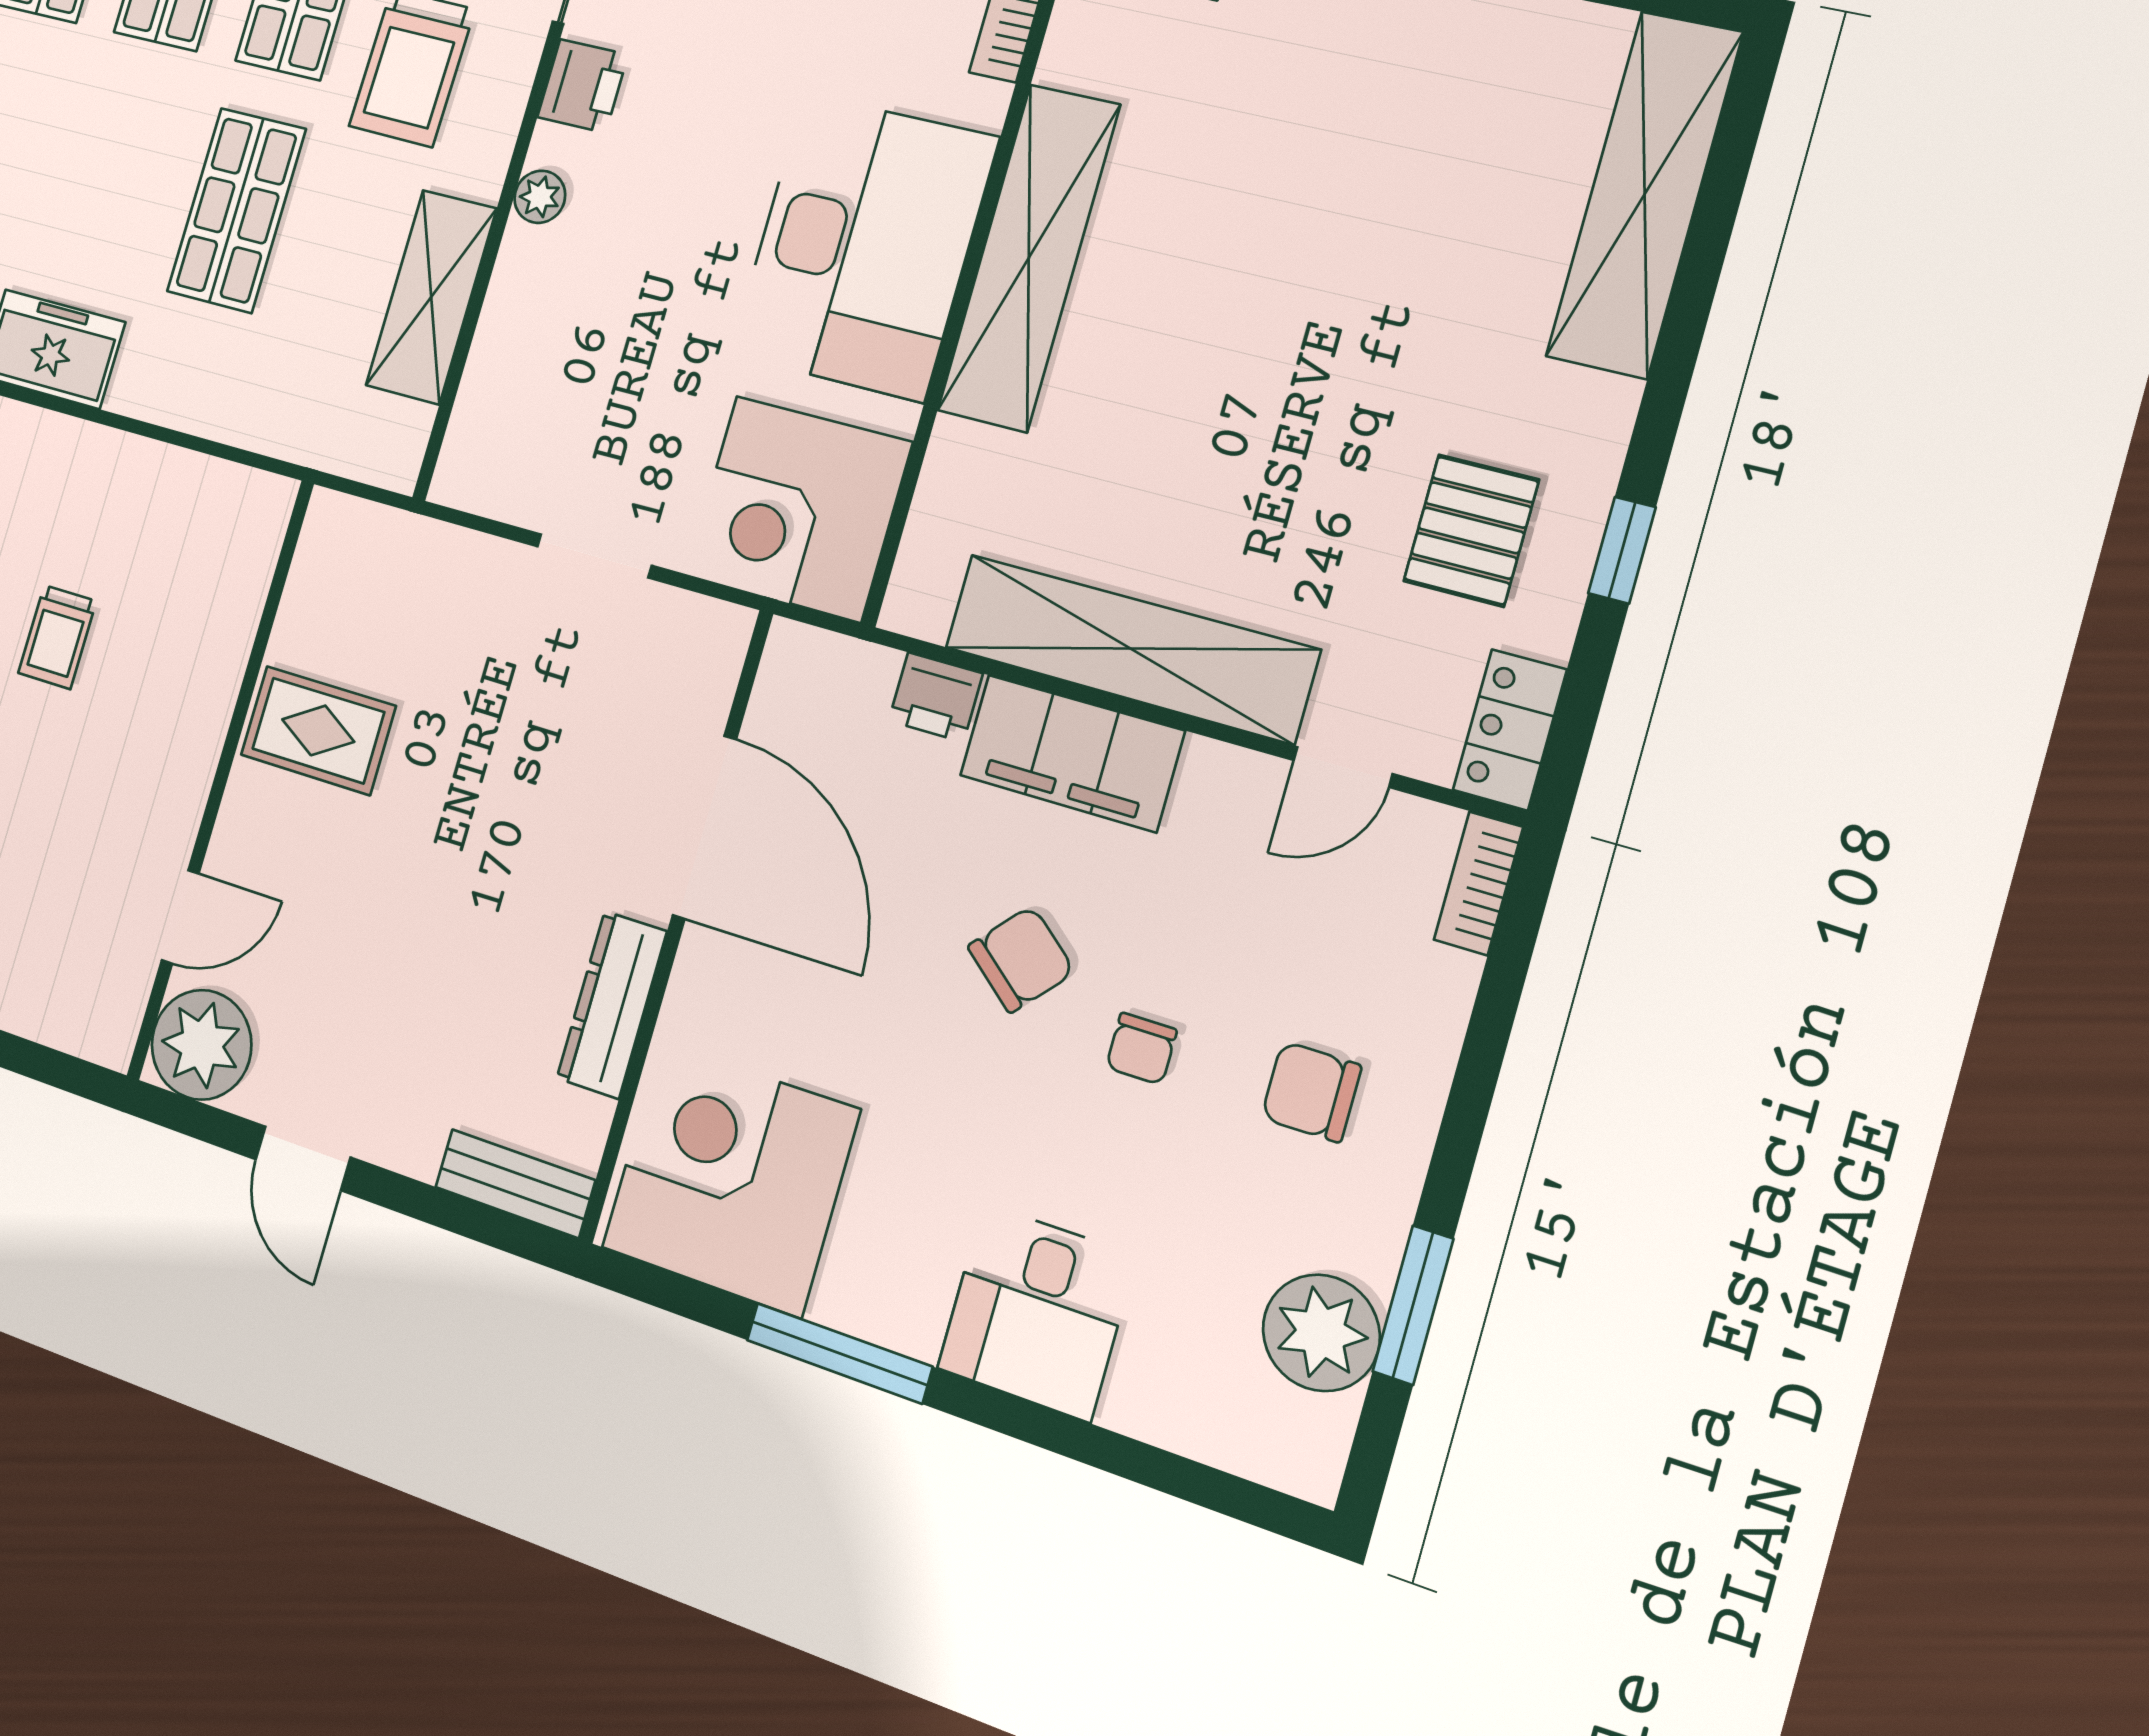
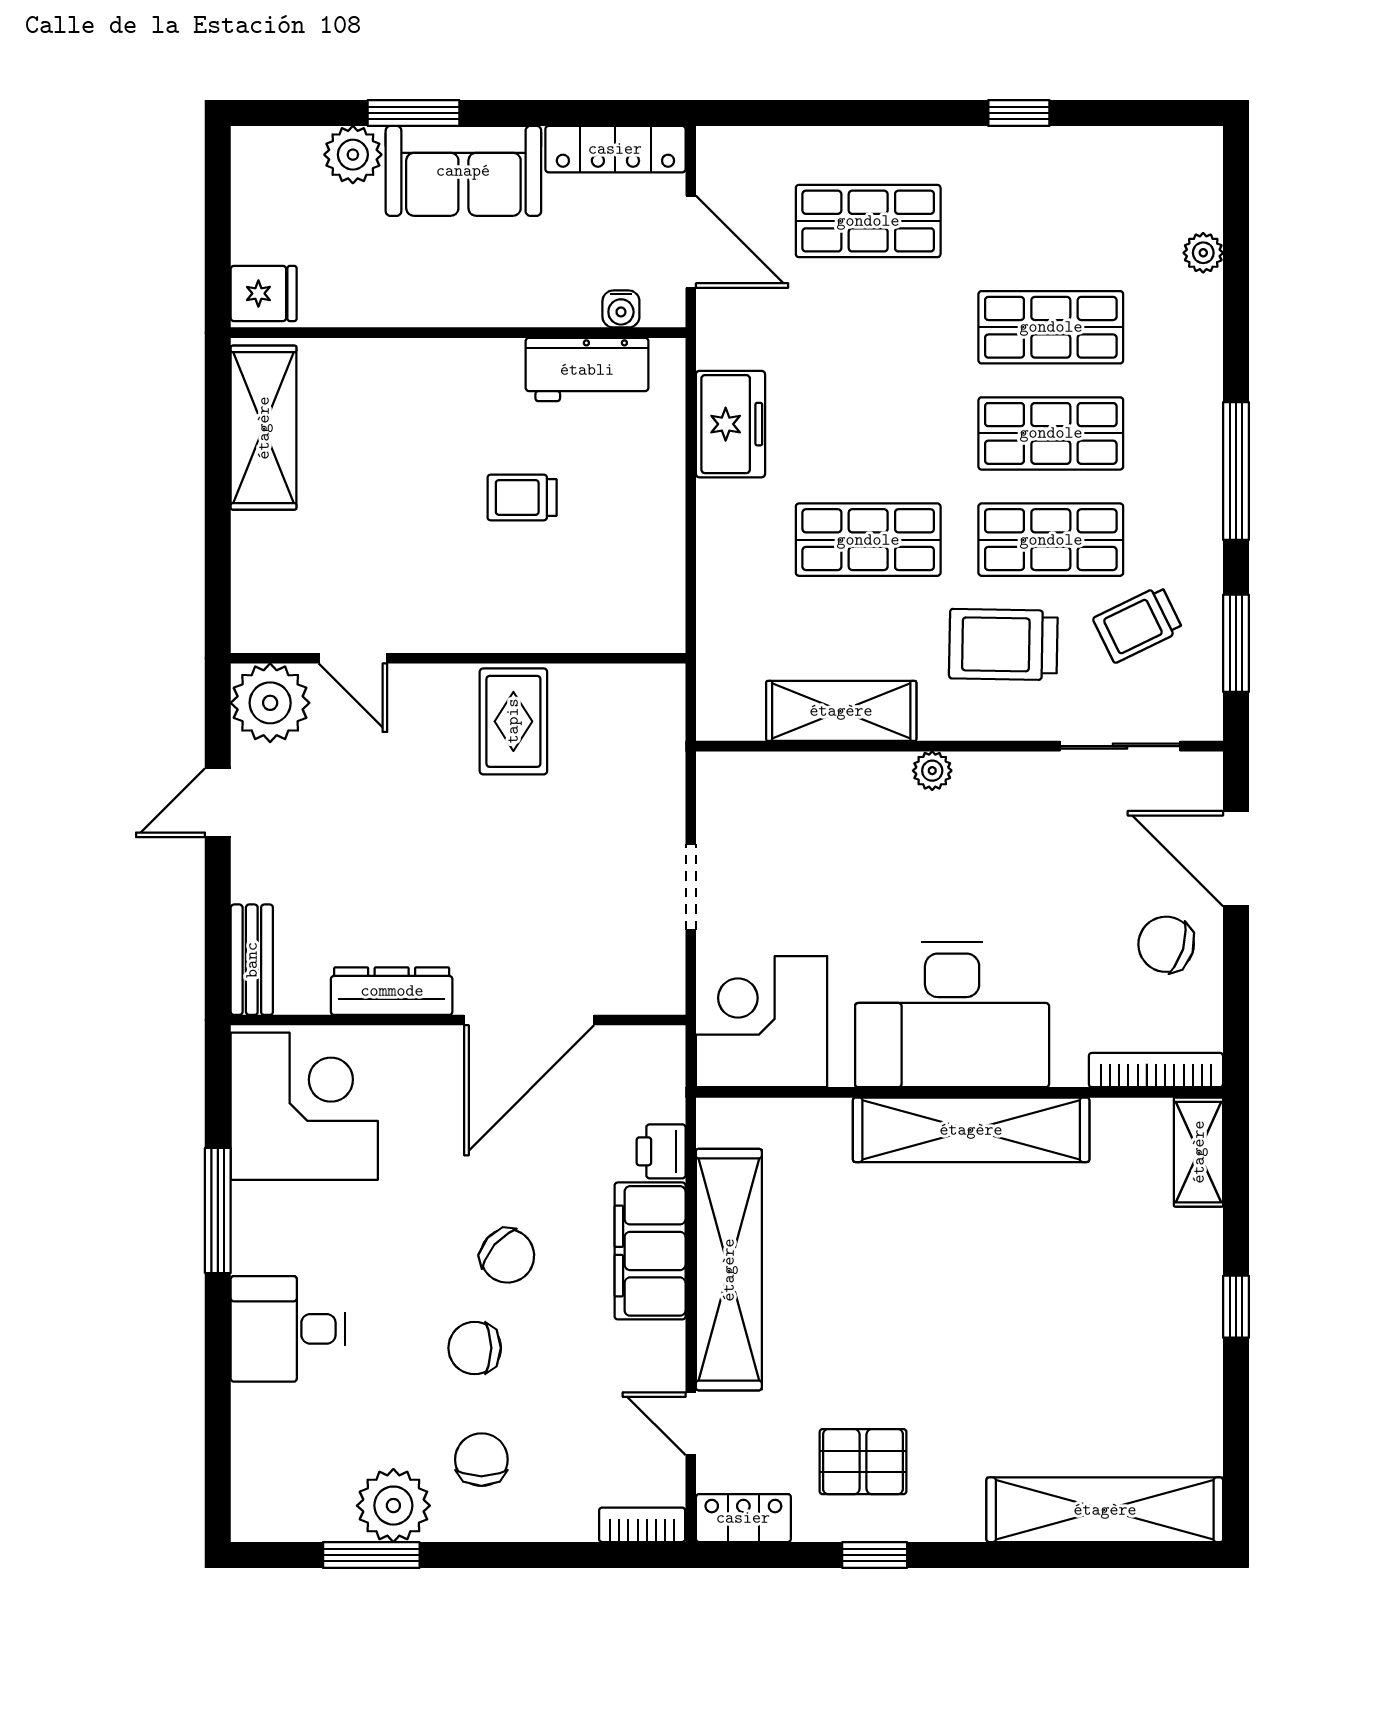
printer: (583, 86) -> (1019, 779), removed
chair: (1141, 1049) -> (475, 1348), width x1.37, depth x1.37
plant: (1321, 1333) -> (393, 1506), moved

